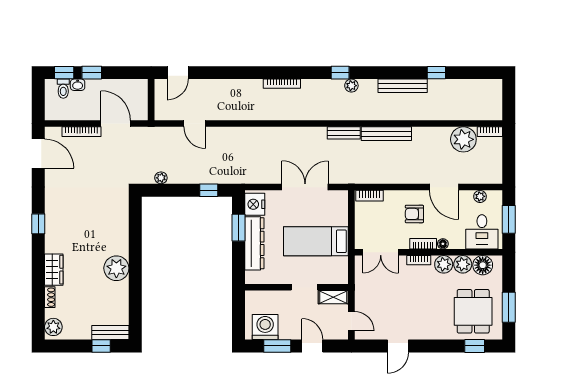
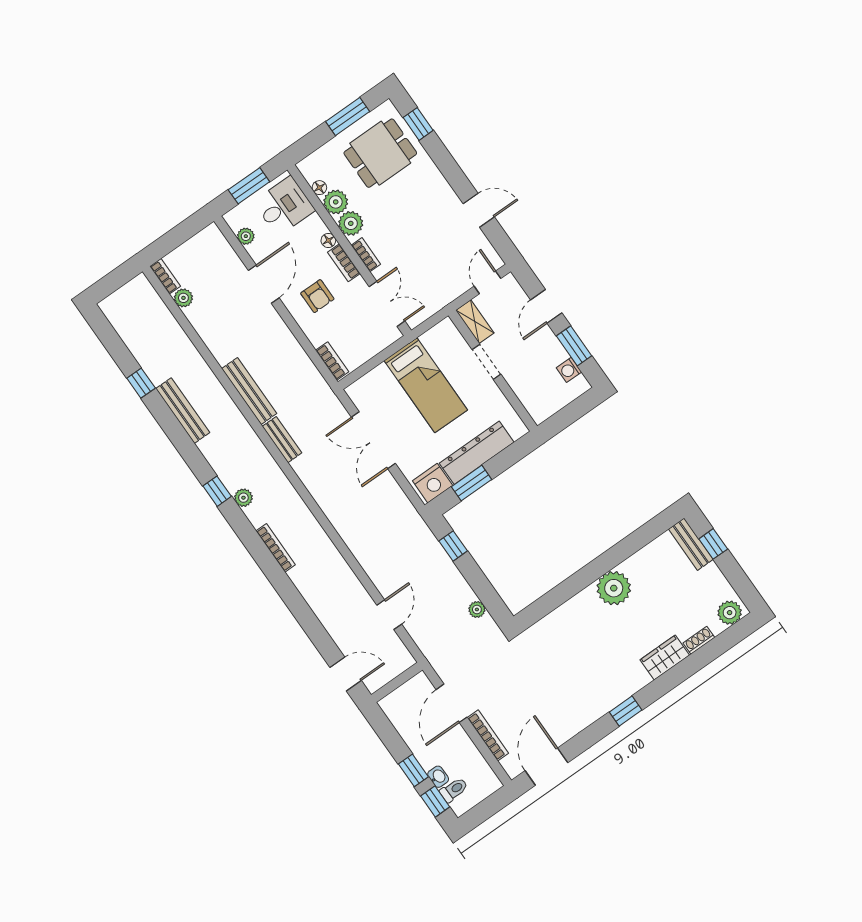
plant: (351, 86) -> (243, 498), moved
plant: (463, 139) -> (183, 298), width x0.53, depth x0.53
floor lamp: (483, 265) -> (319, 188), width x0.53, depth x0.53
washing machine: (265, 327) -> (569, 370), width x0.53, depth x0.53

